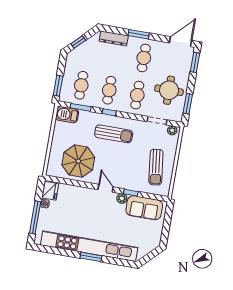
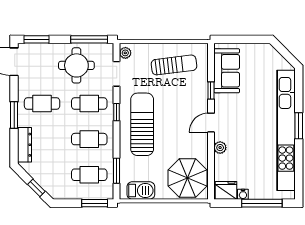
window: (188, 104) -> (89, 39), width x1.44
window: (109, 112) -> (117, 112), moved
barbecue: (67, 115) -> (141, 191), moved, turned -90
sun lounger: (114, 134) -> (142, 124), width x1.36, depth x1.34
parasol: (78, 161) -> (187, 178), moved
plant: (122, 199) -> (220, 148), moved

